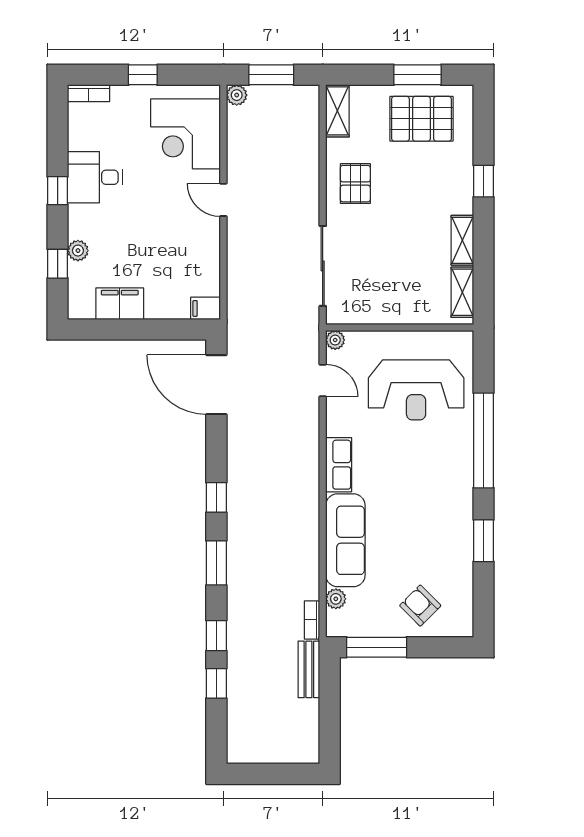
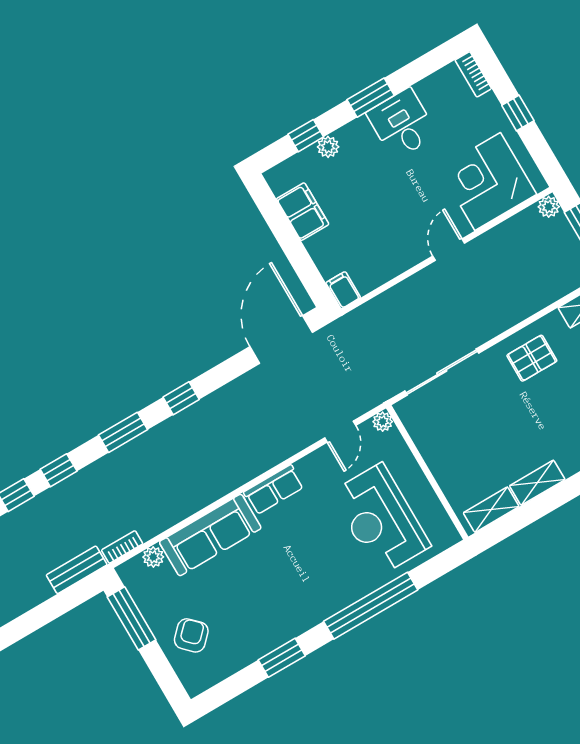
window: (58, 191) -> (371, 98), width x1.50

